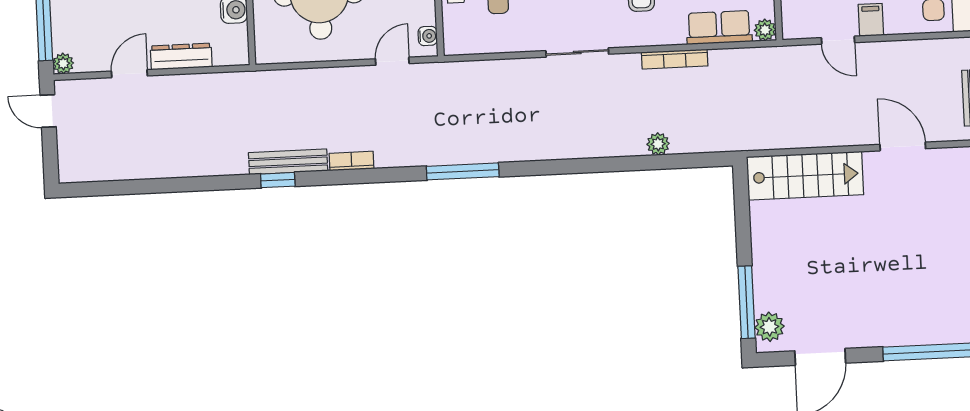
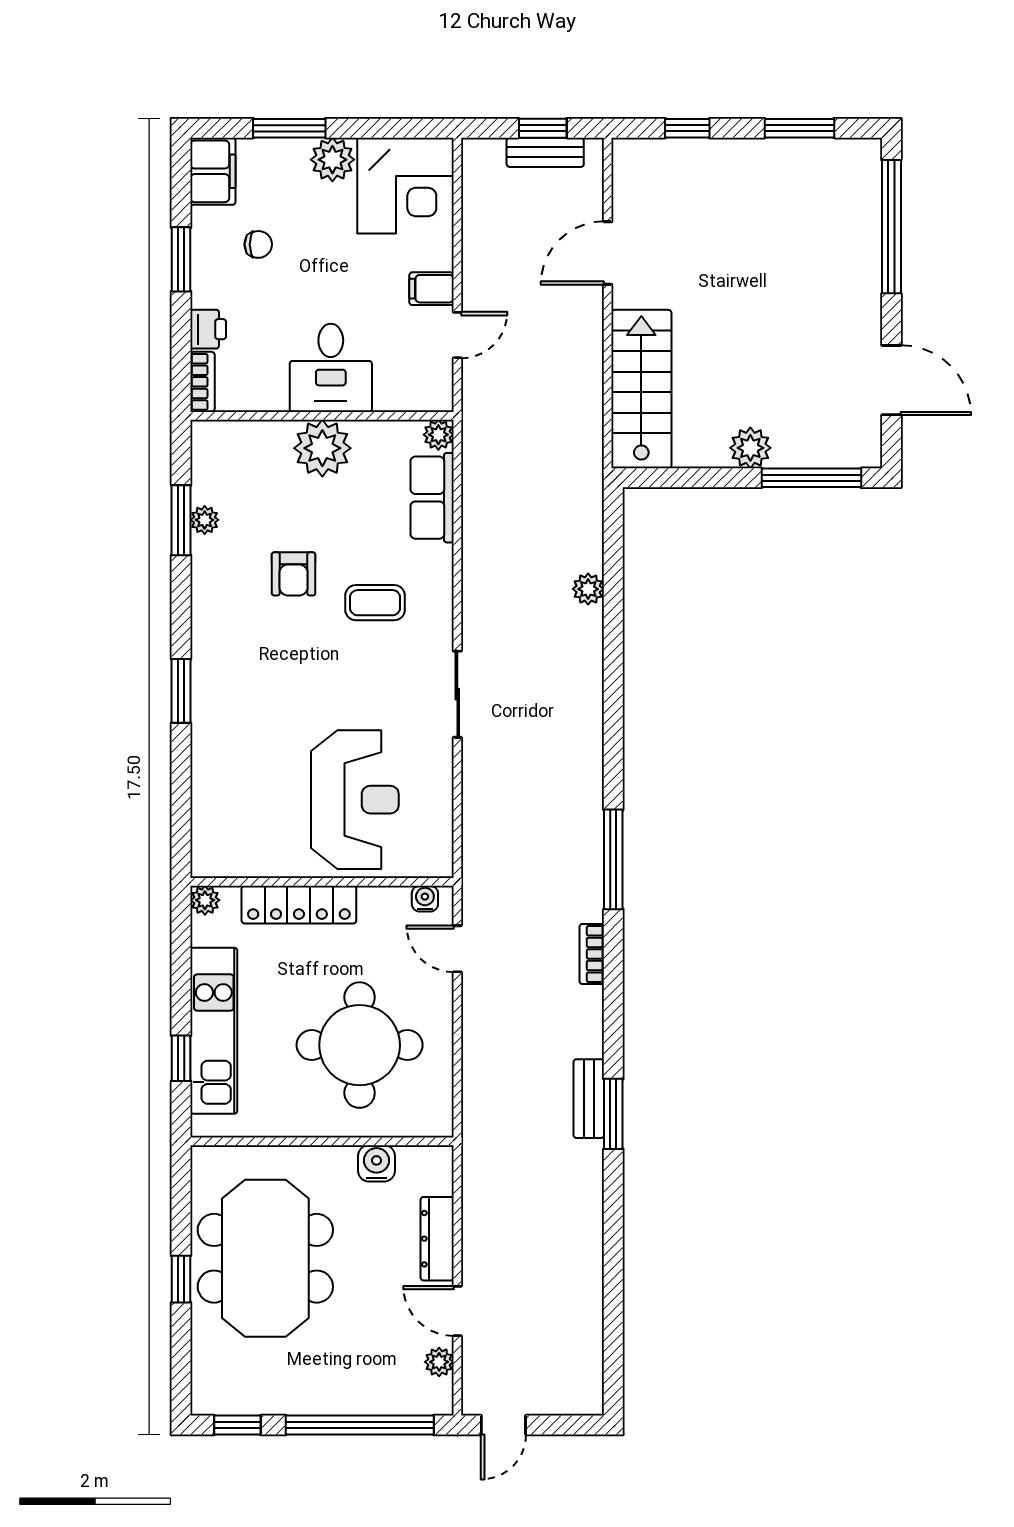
bookcase: (675, 59) -> (473, 561), removed
plant: (63, 63) -> (439, 1362), moved
bookcase: (351, 161) -> (592, 954), moved
bench: (288, 162) -> (589, 1099), width x0.73
window: (278, 180) -> (613, 1114), width x1.50
plant: (769, 327) -> (750, 448), moved

